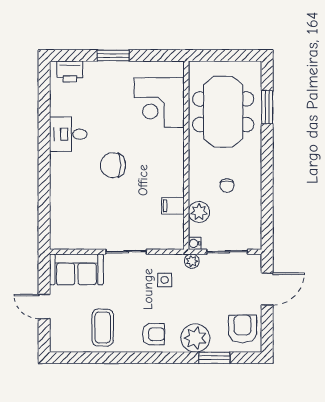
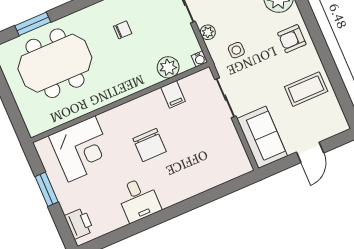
corner desk: (159, 103) -> (82, 149), moved
wall: (186, 155) -> (120, 102), moved
filing cabinet: (173, 206) -> (173, 94), moved
plant: (199, 212) -> (168, 67), moved
water cooler: (195, 243) -> (199, 59), moved
armchair: (153, 334) -> (292, 39), turned -90

